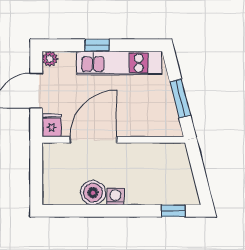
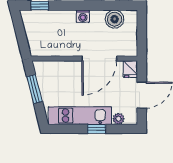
plant: (50, 59) -> (118, 119), moved
boiler: (93, 193) -> (115, 19), moved

